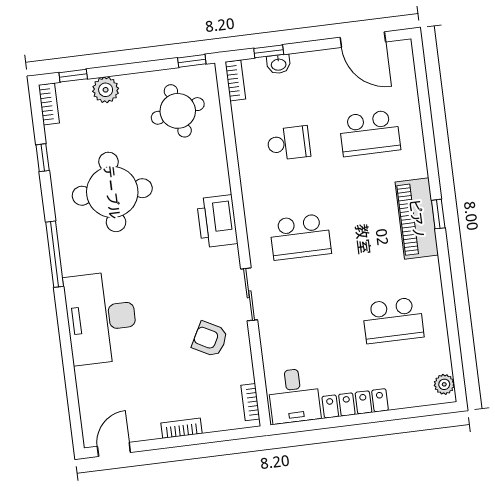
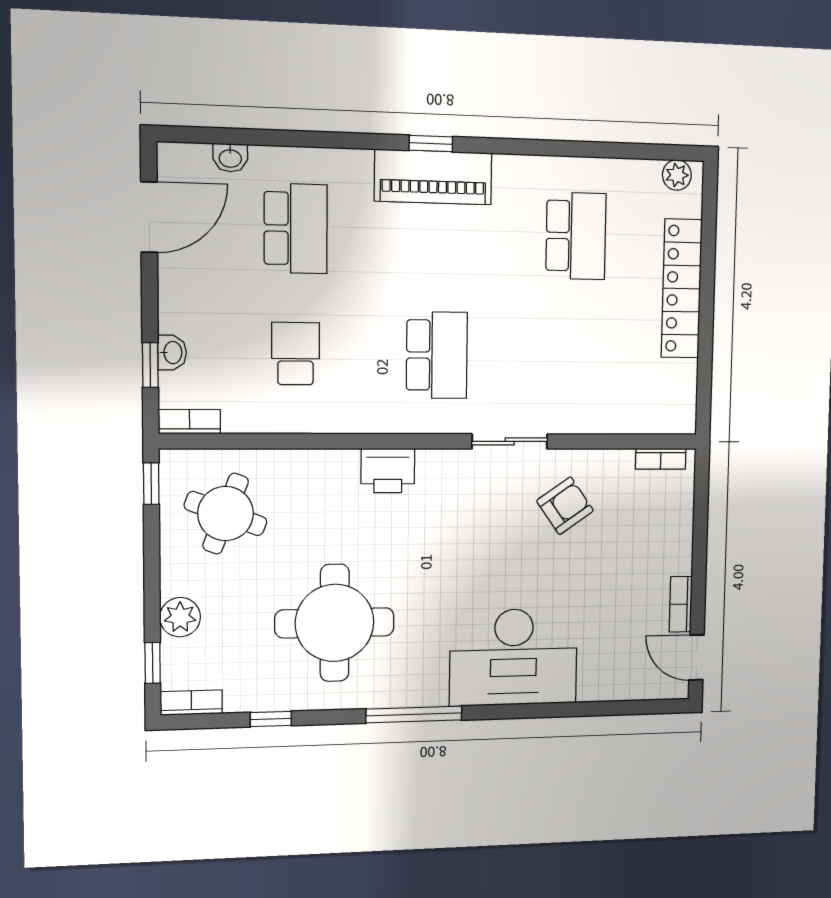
washbasin: (408, 86) -> (230, 158), added
round table: (178, 111) -> (226, 514), turned 33
printer: (217, 221) -> (388, 471), width x0.73, depth x0.84
armchair: (210, 339) -> (565, 506), turned -153
desk: (294, 396) -> (661, 395), removed
locker: (355, 403) -> (682, 289), width x1.41, depth x1.21
bookcase: (181, 428) -> (681, 604), moved

